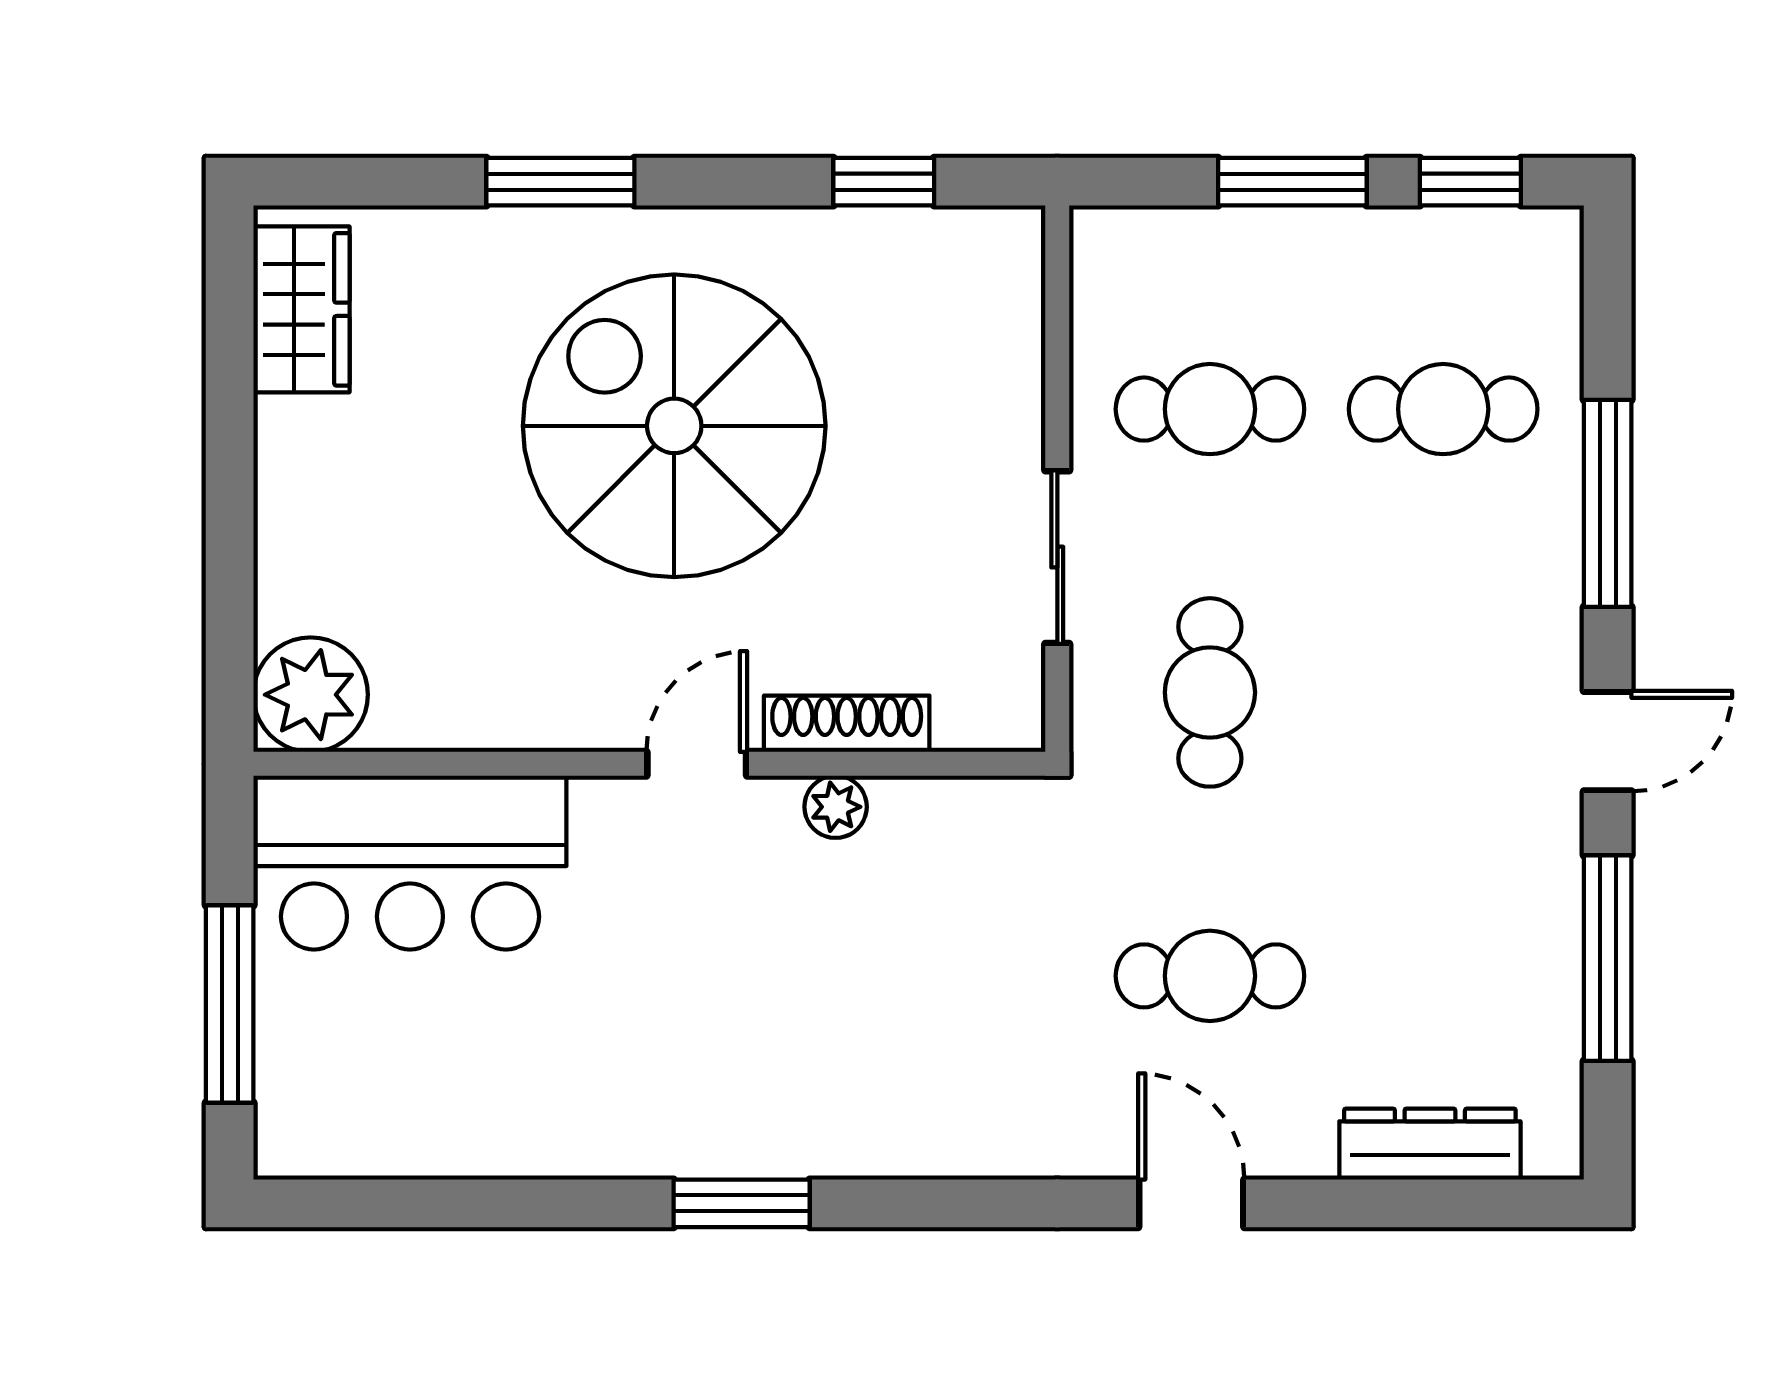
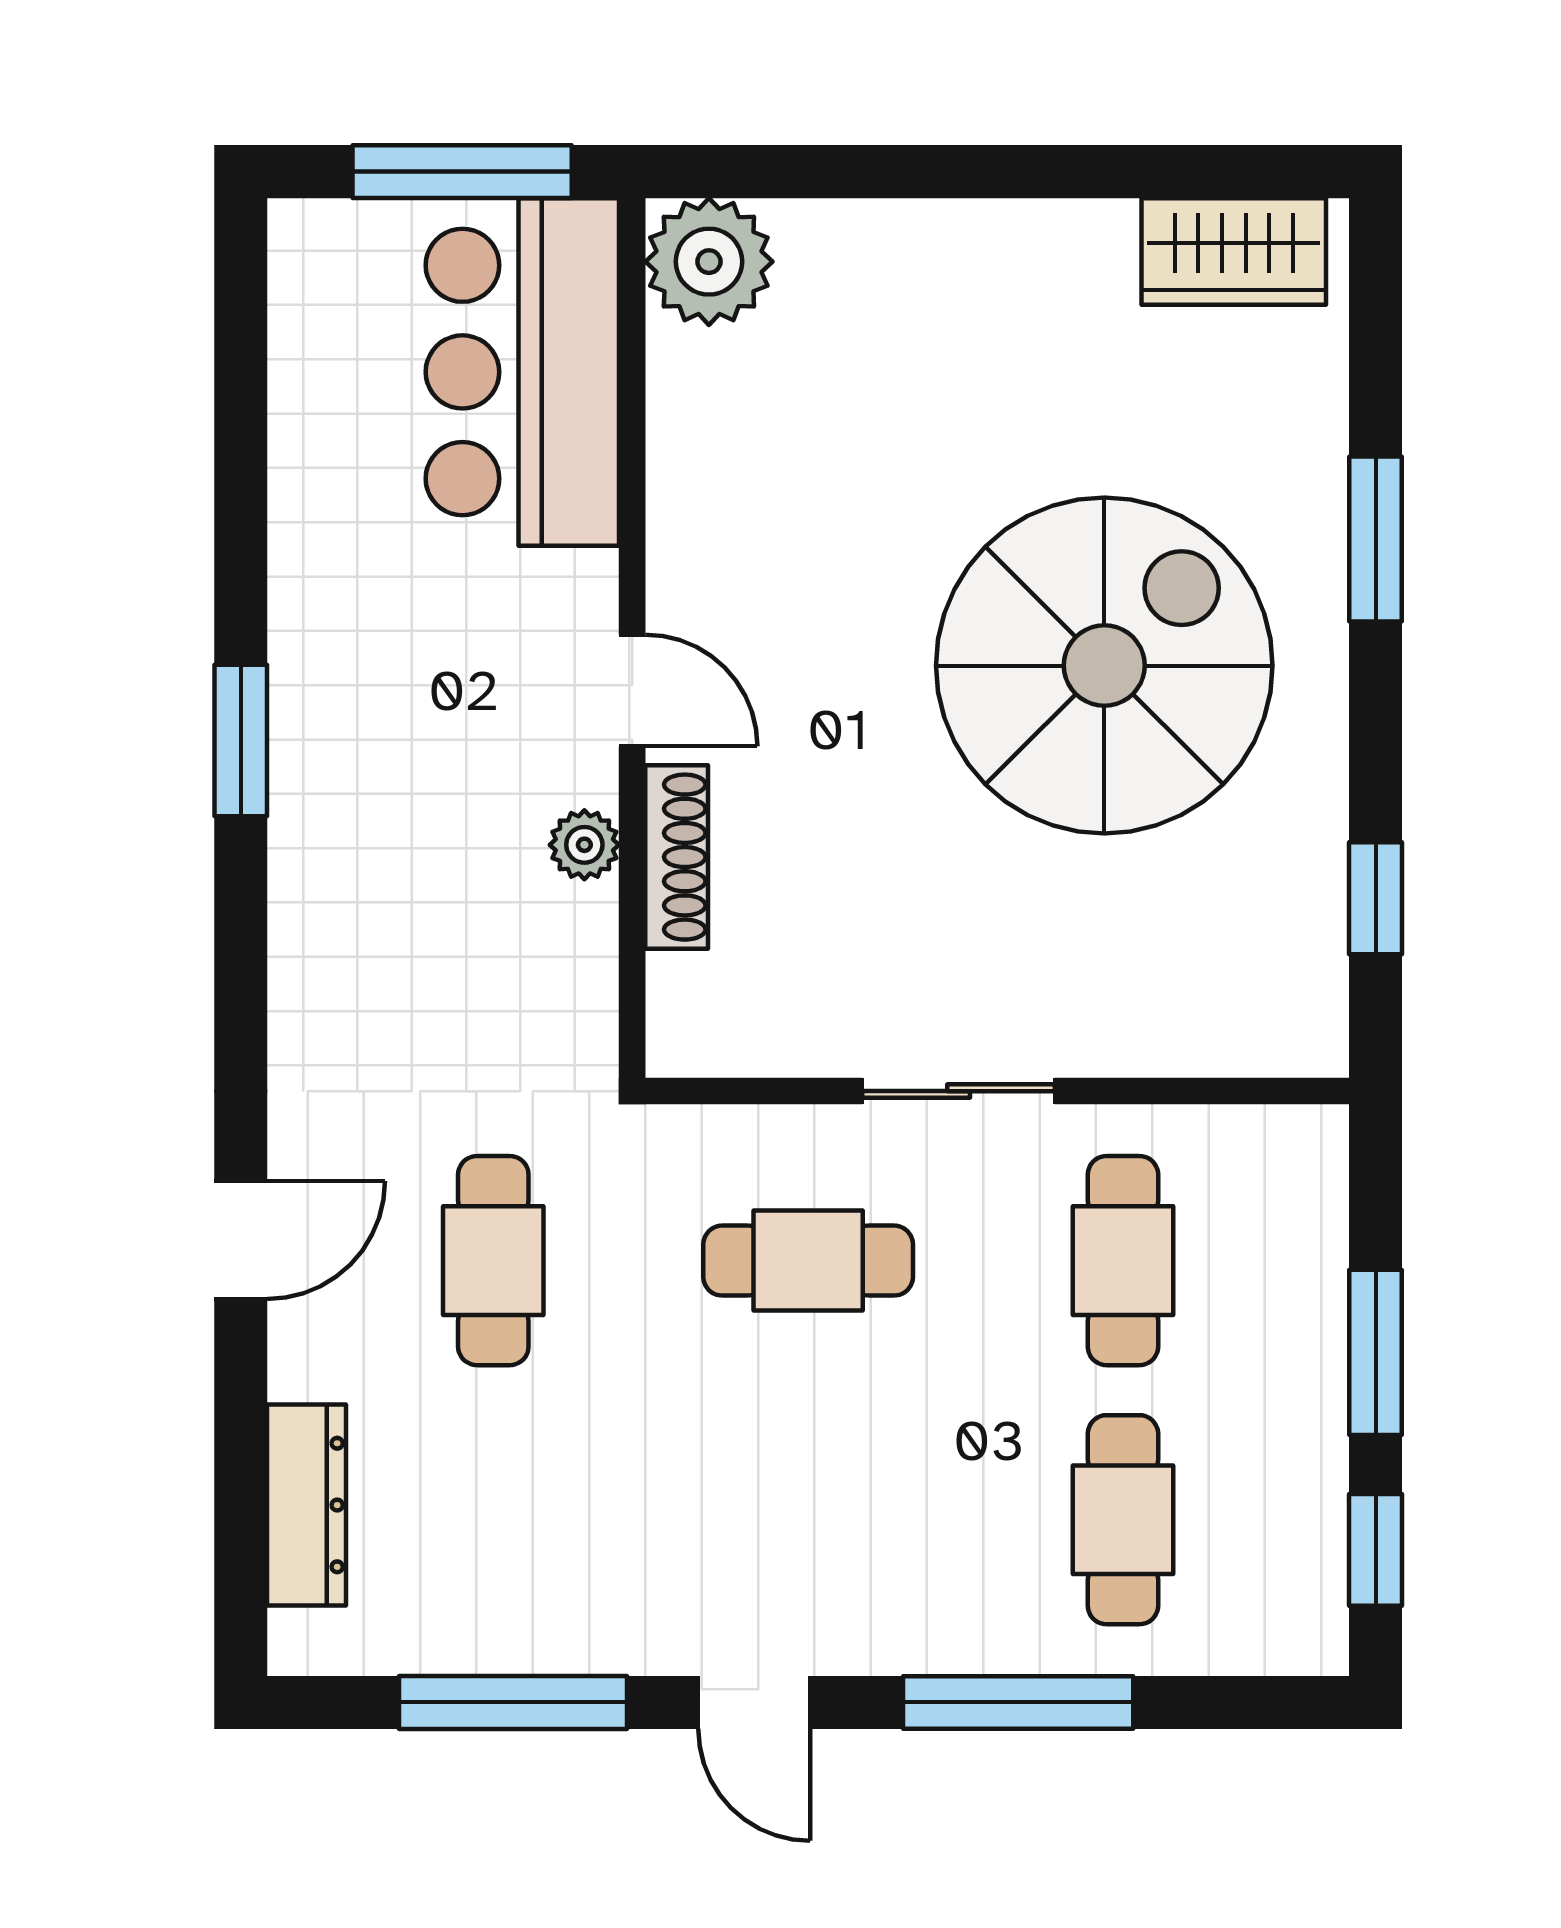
plant: (311, 695) -> (709, 262), moved
shoe rack: (847, 724) -> (677, 857), moved
wall: (649, 764) -> (632, 638), moved
door: (697, 764) -> (632, 690), moved
plant: (836, 807) -> (584, 845), moved
bar counter: (410, 863) -> (522, 372), moved

